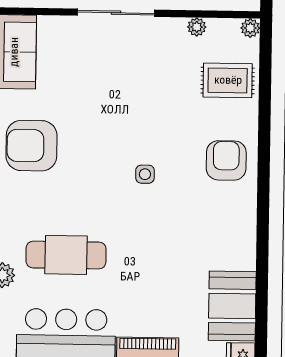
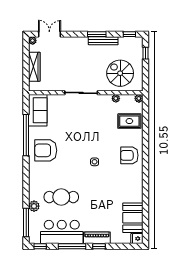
armchair: (226, 160) -> (129, 155), turned -90

